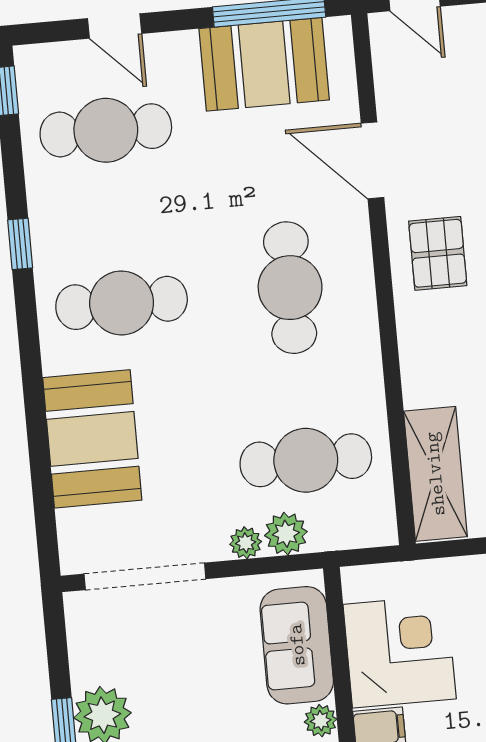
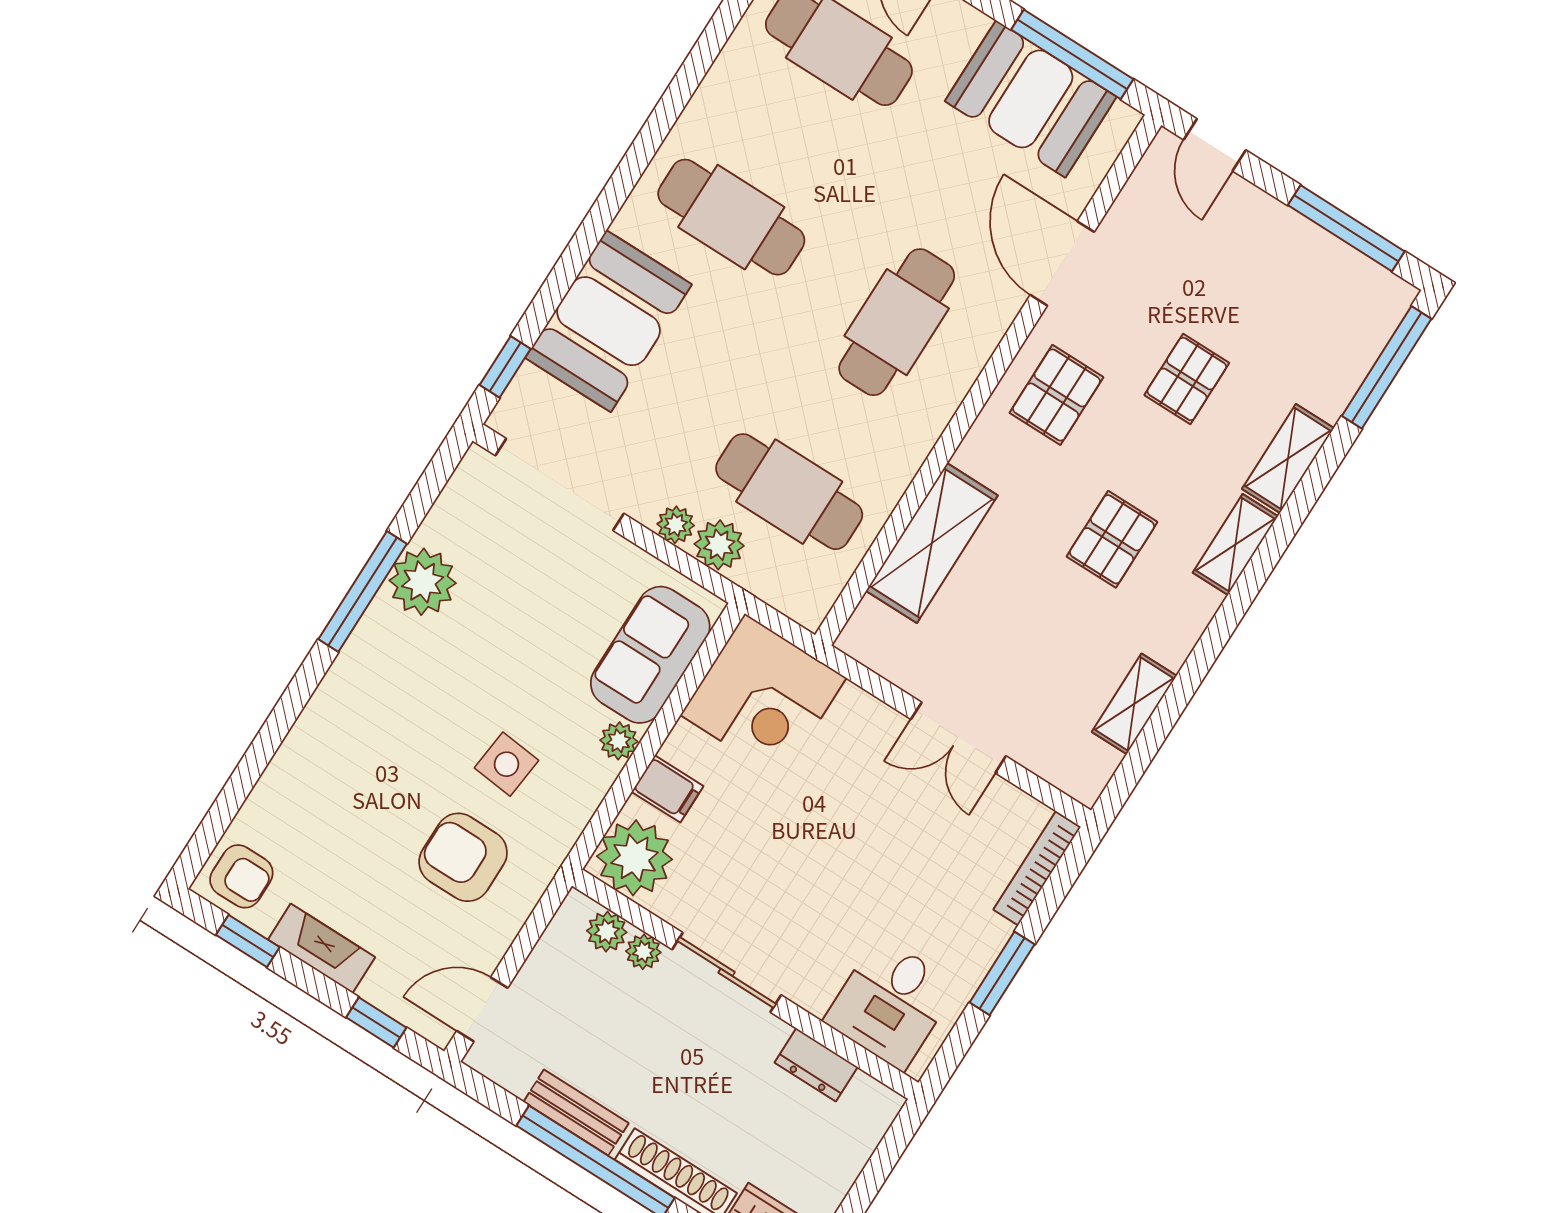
window: (20, 244) -> (505, 367), moved
shelving: (435, 474) -> (932, 543), moved
corner desk: (400, 652) -> (763, 697), moved, turned 90

